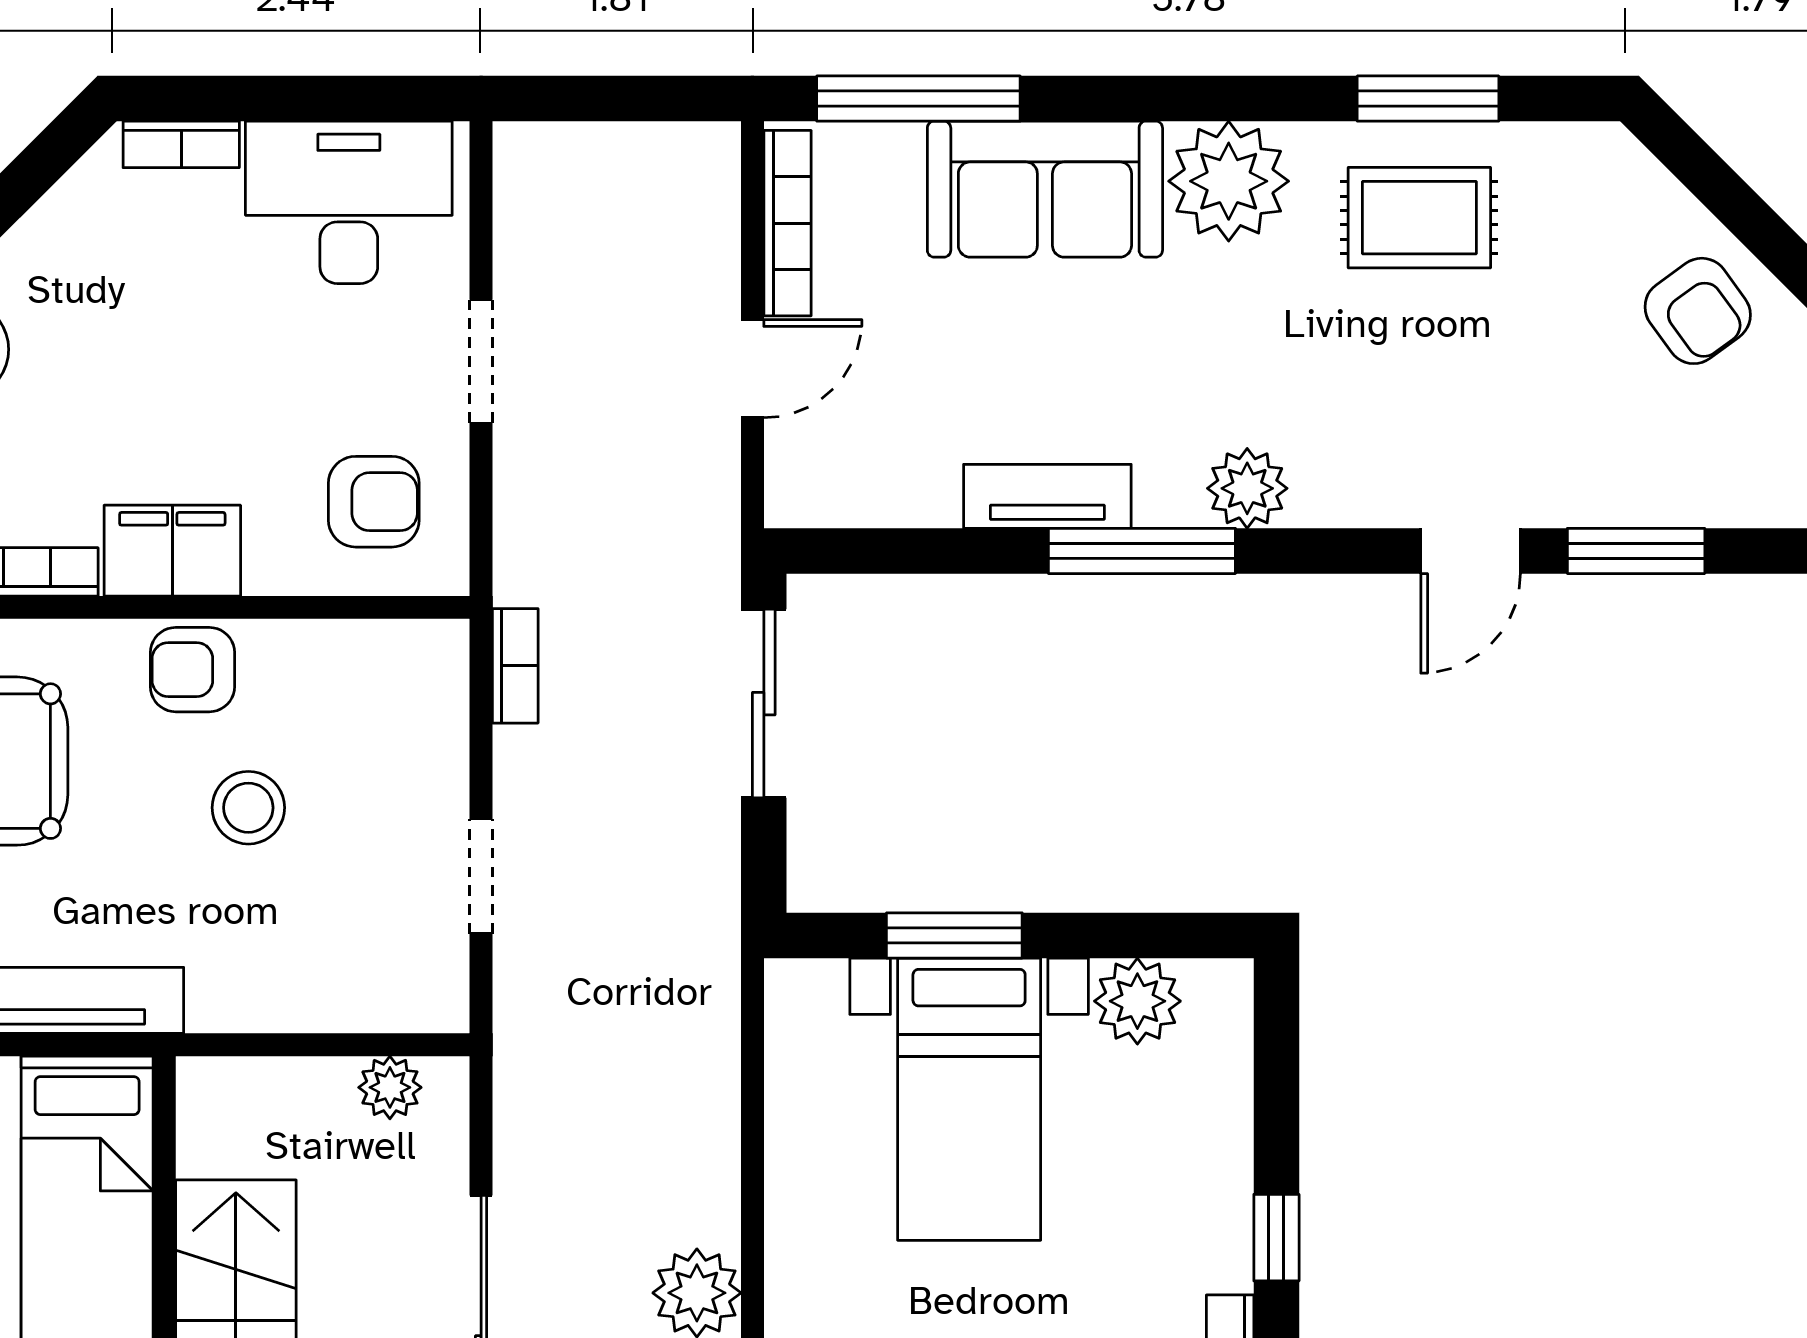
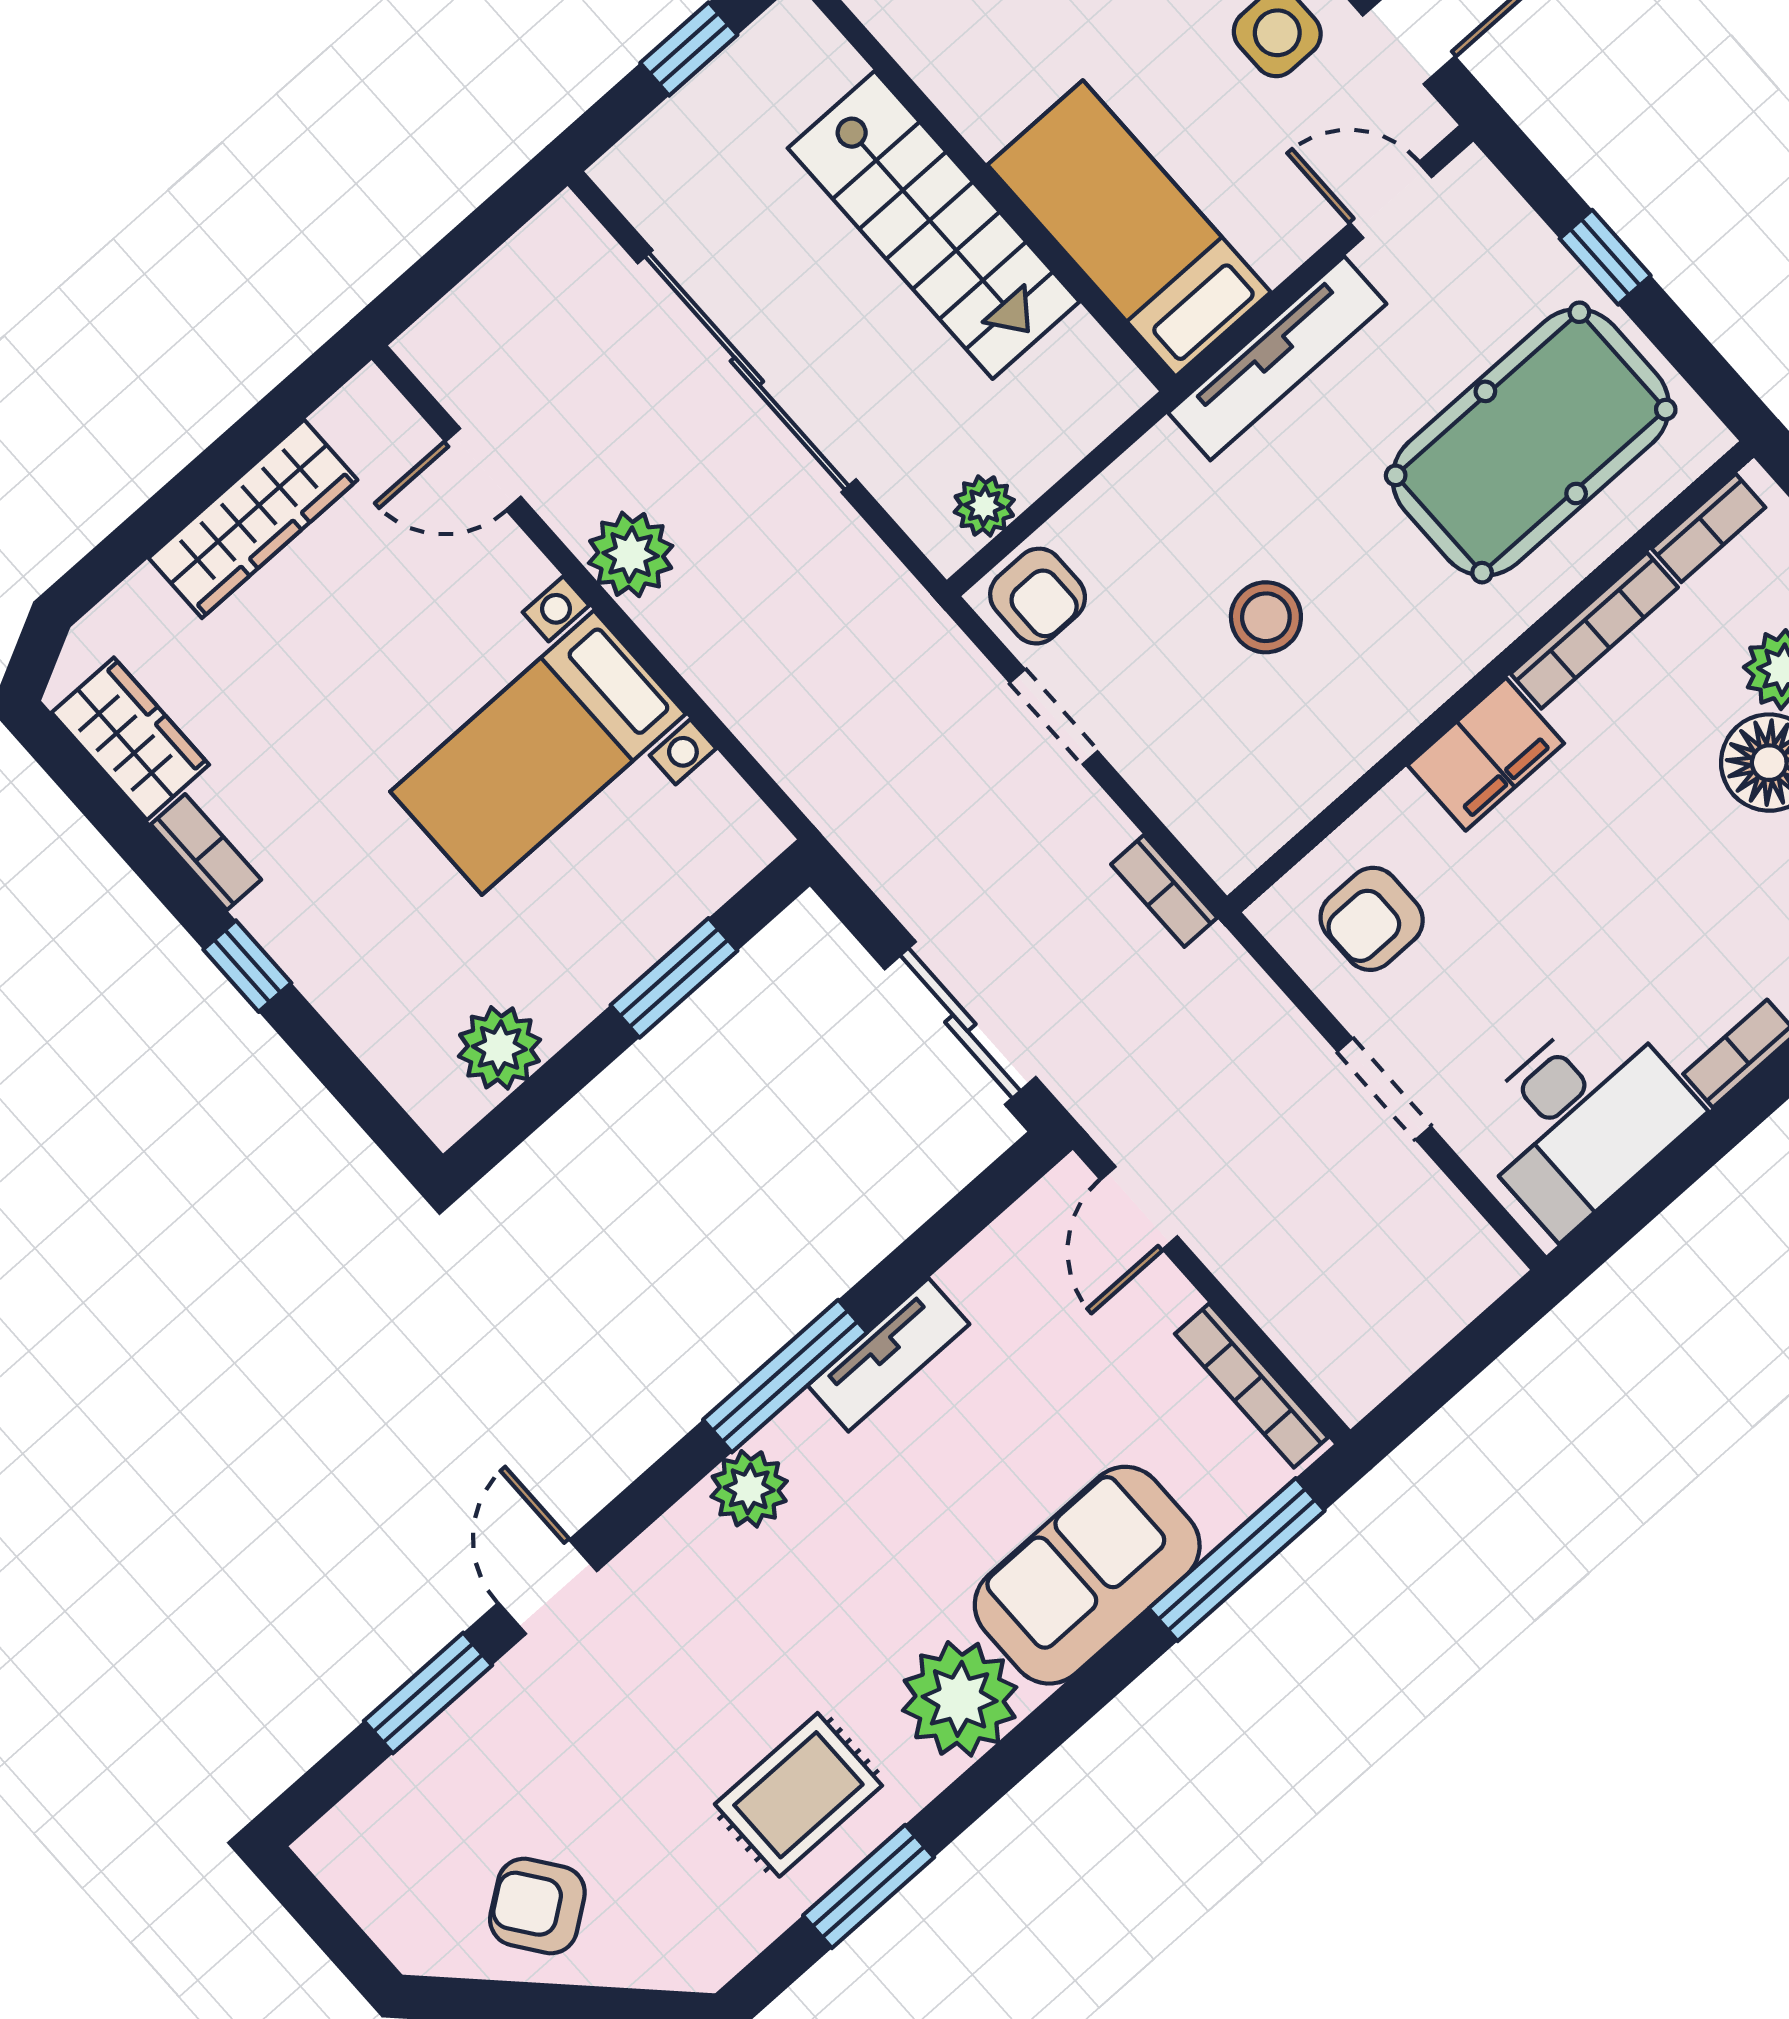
door: (752, 369) -> (1139, 1208), moved
armchair: (192, 670) -> (1038, 596), moved, turned 90
bed with nightstands: (969, 1099) -> (538, 753), moved, turned -90

